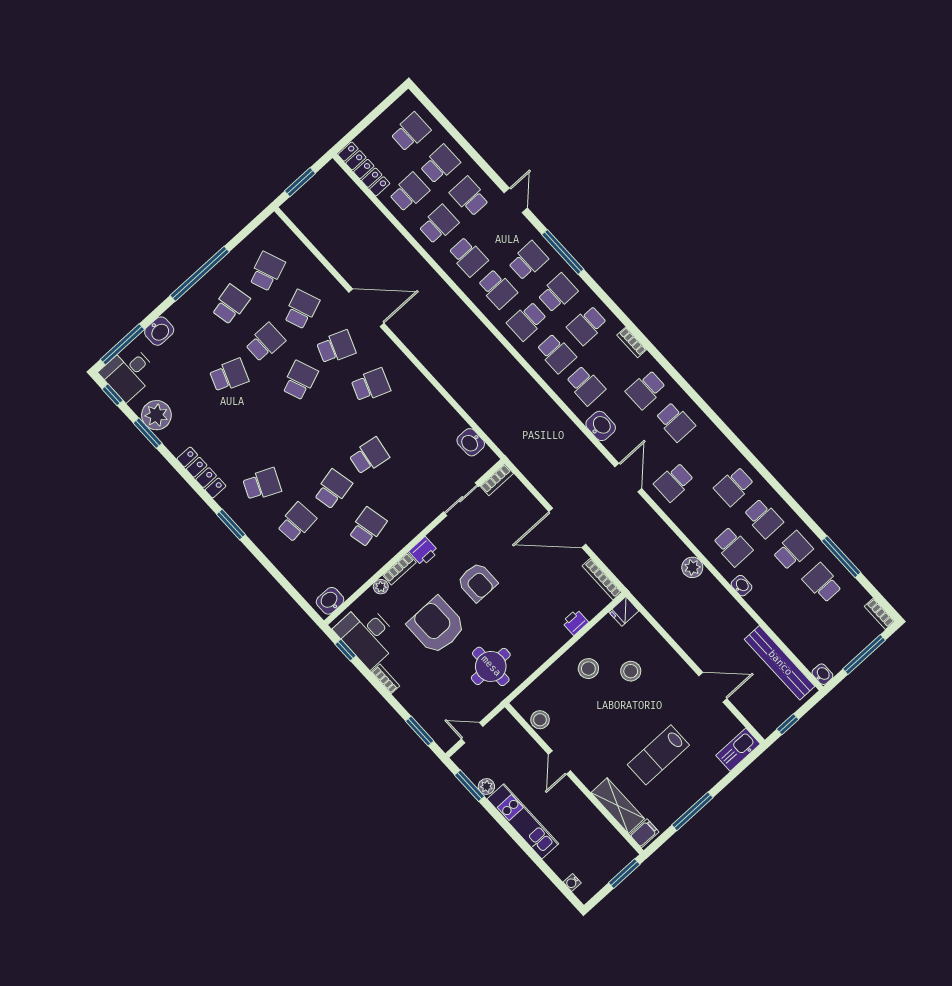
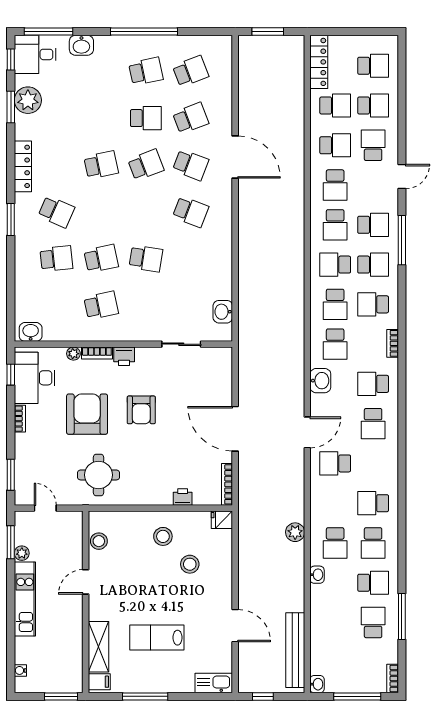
school desk: (229, 375) -> (101, 165), moved, turned -33
bookcase: (497, 480) -> (217, 353), removed

